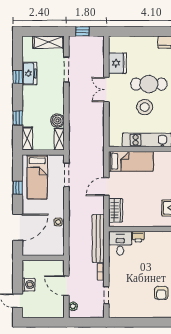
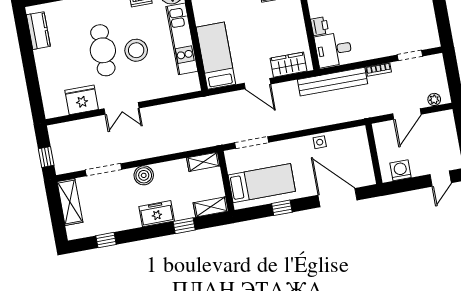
freezer: (29, 73) -> (157, 214), moved
window: (18, 77) -> (106, 240), moved
boiler: (57, 121) -> (144, 175), moved
washing machine: (28, 285) -> (400, 170), moved

